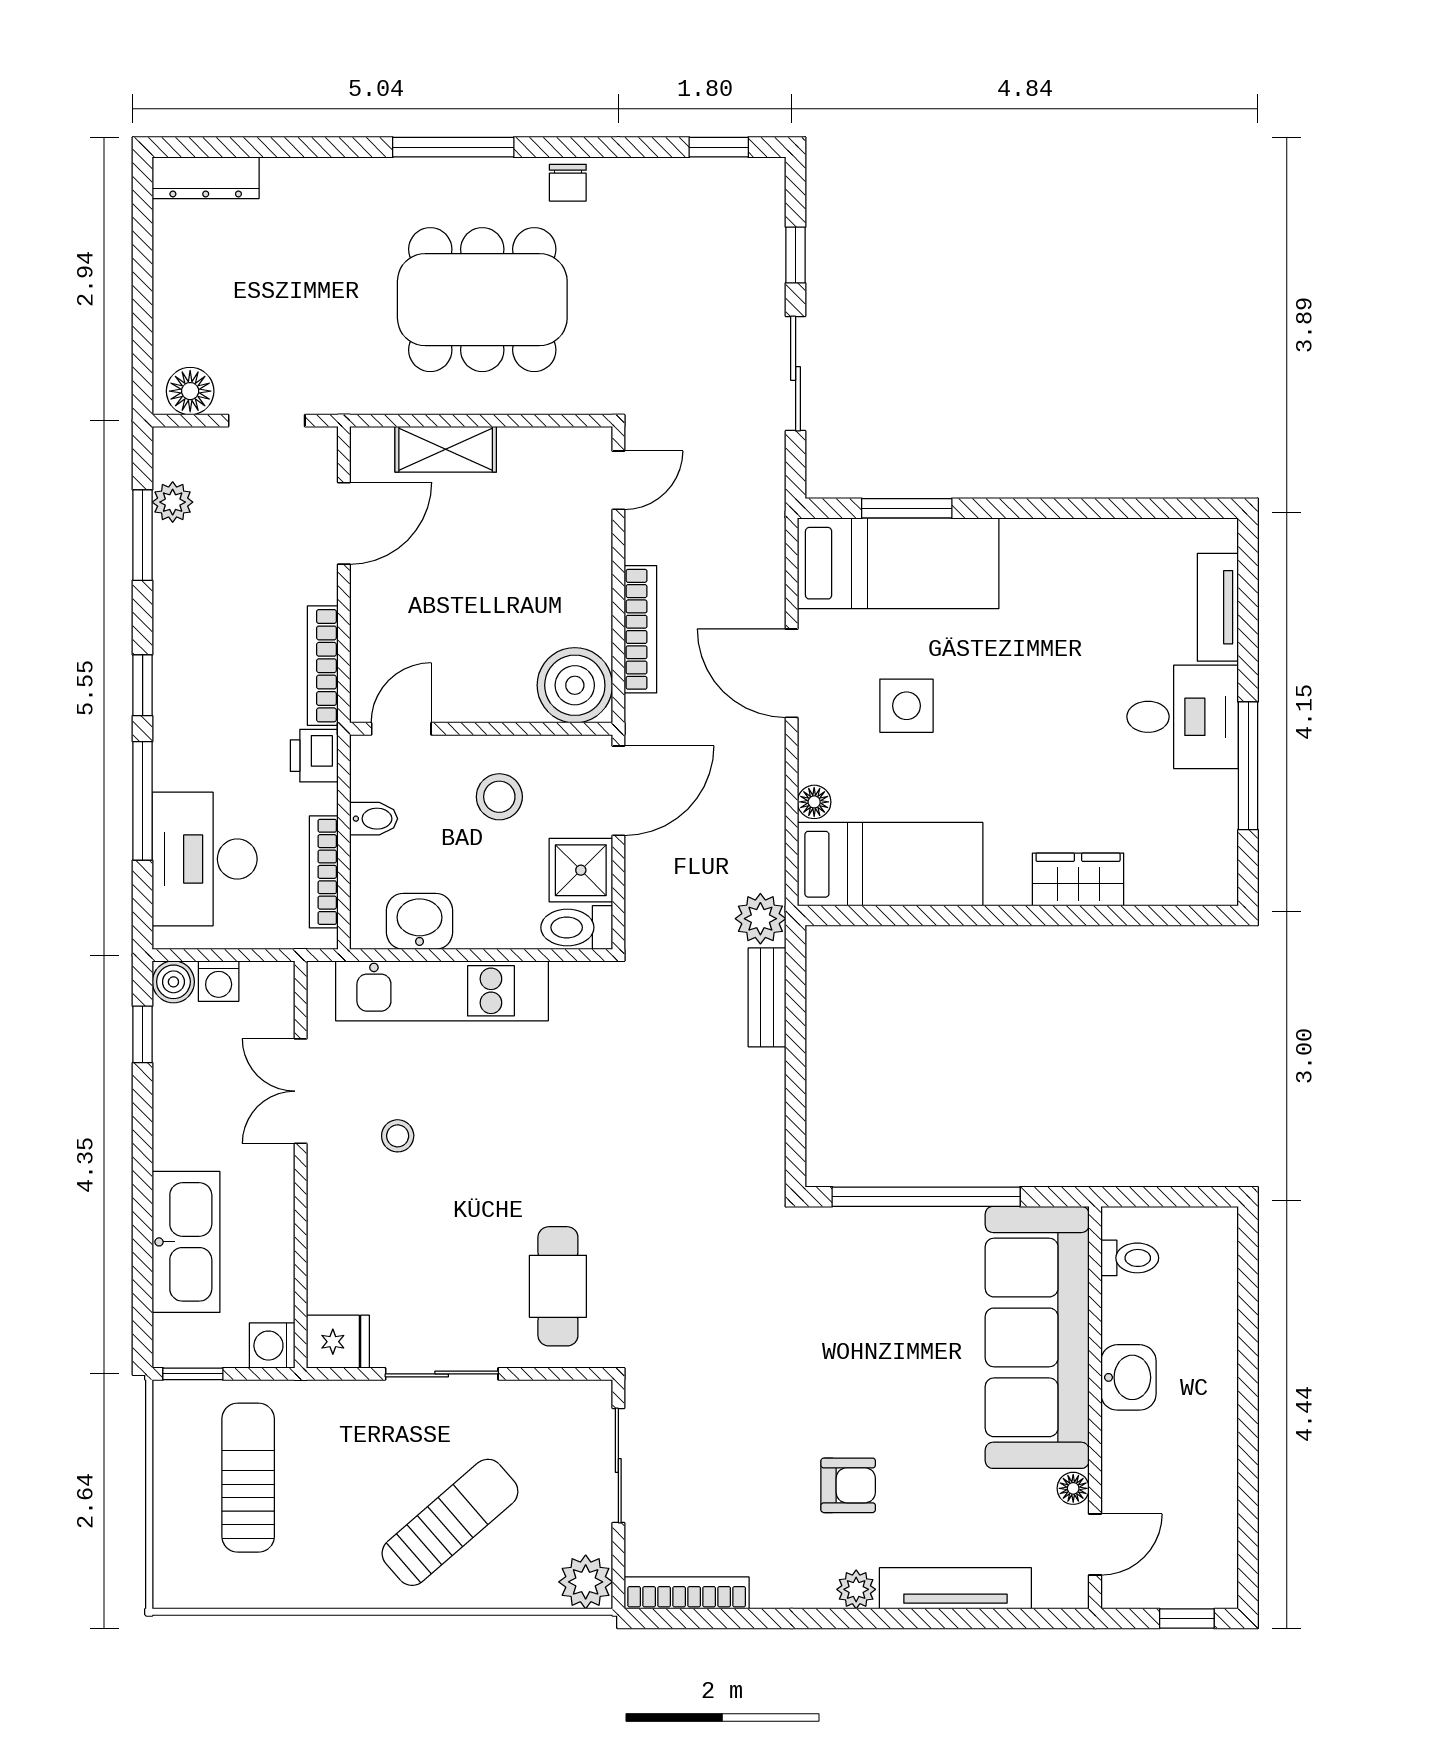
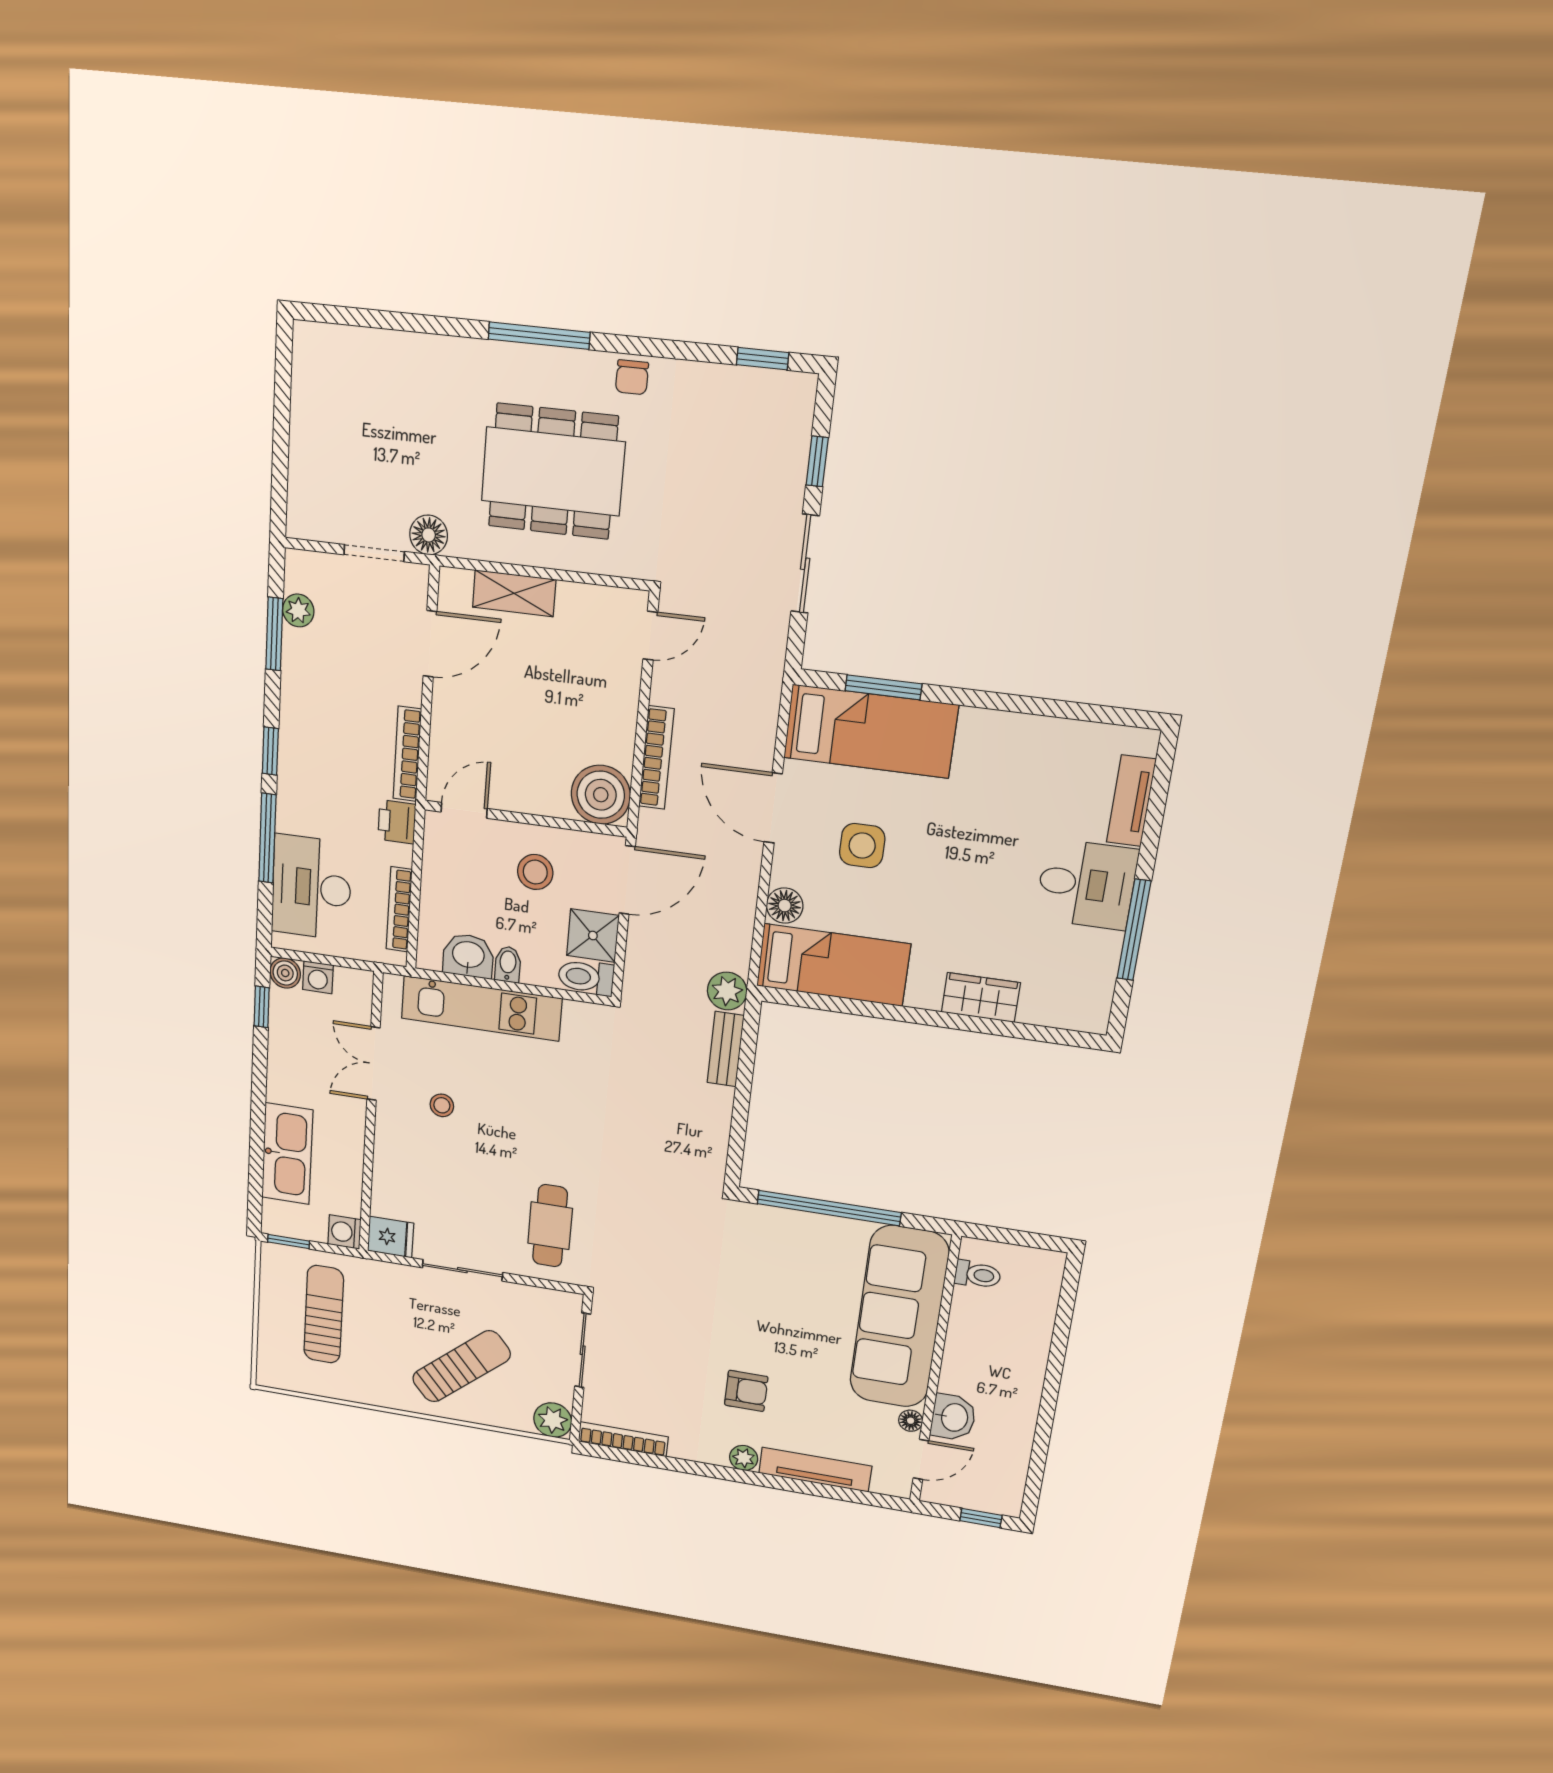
dresser: (206, 178) -> (335, 342), removed
floor lamp: (190, 391) -> (429, 535), moved
floor lamp: (814, 802) -> (785, 906), width x1.37, depth x1.37
bidet: (374, 819) -> (508, 964), moved, turned -90
washbasin: (1128, 1377) -> (953, 1417), moved

